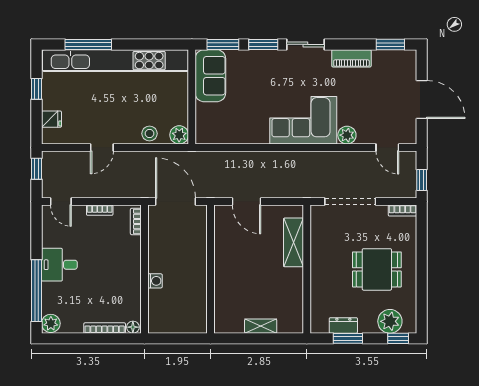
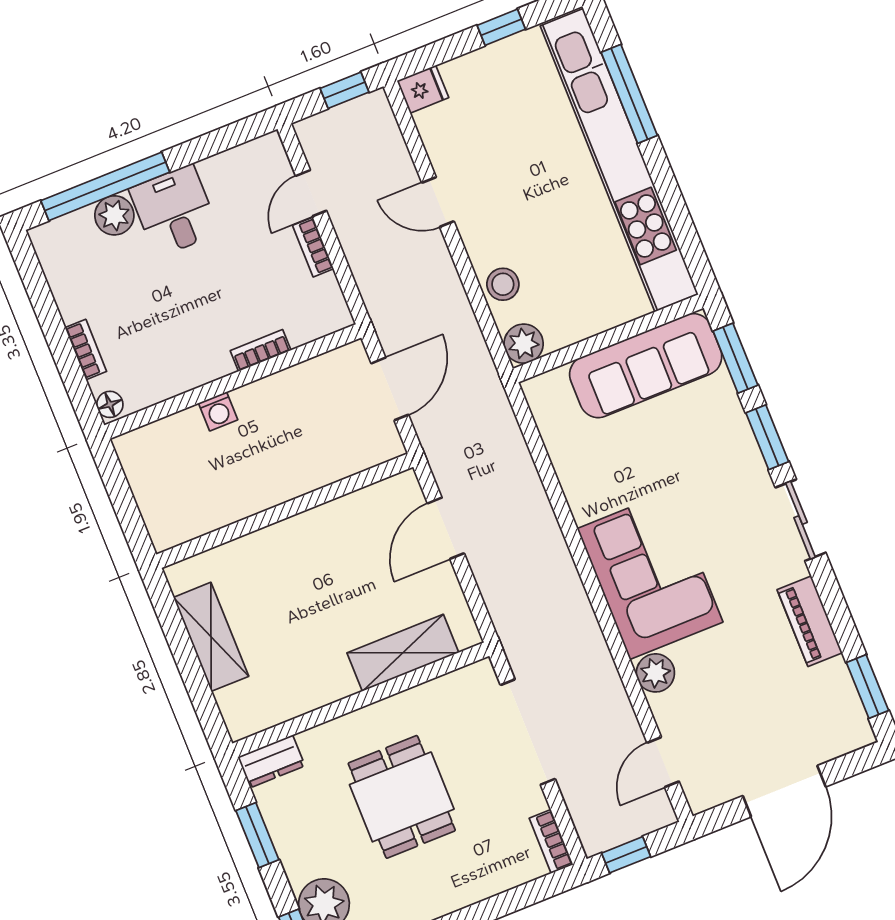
sofa: (210, 76) -> (646, 366), width x1.36
fridge: (51, 119) -> (423, 89), moved, turned -90
door: (61, 202) -> (311, 193), moved
door: (176, 202) -> (390, 389), width x0.73
bookcase: (136, 221) -> (261, 350), moved
dining table: (377, 269) -> (402, 797), moved
plant: (51, 323) -> (114, 215), moved
dresser: (343, 325) -> (271, 761), moved, turned 90
shelving: (261, 326) -> (211, 637), width x1.50, depth x1.33
bookcase: (105, 328) -> (86, 350), width x0.64

